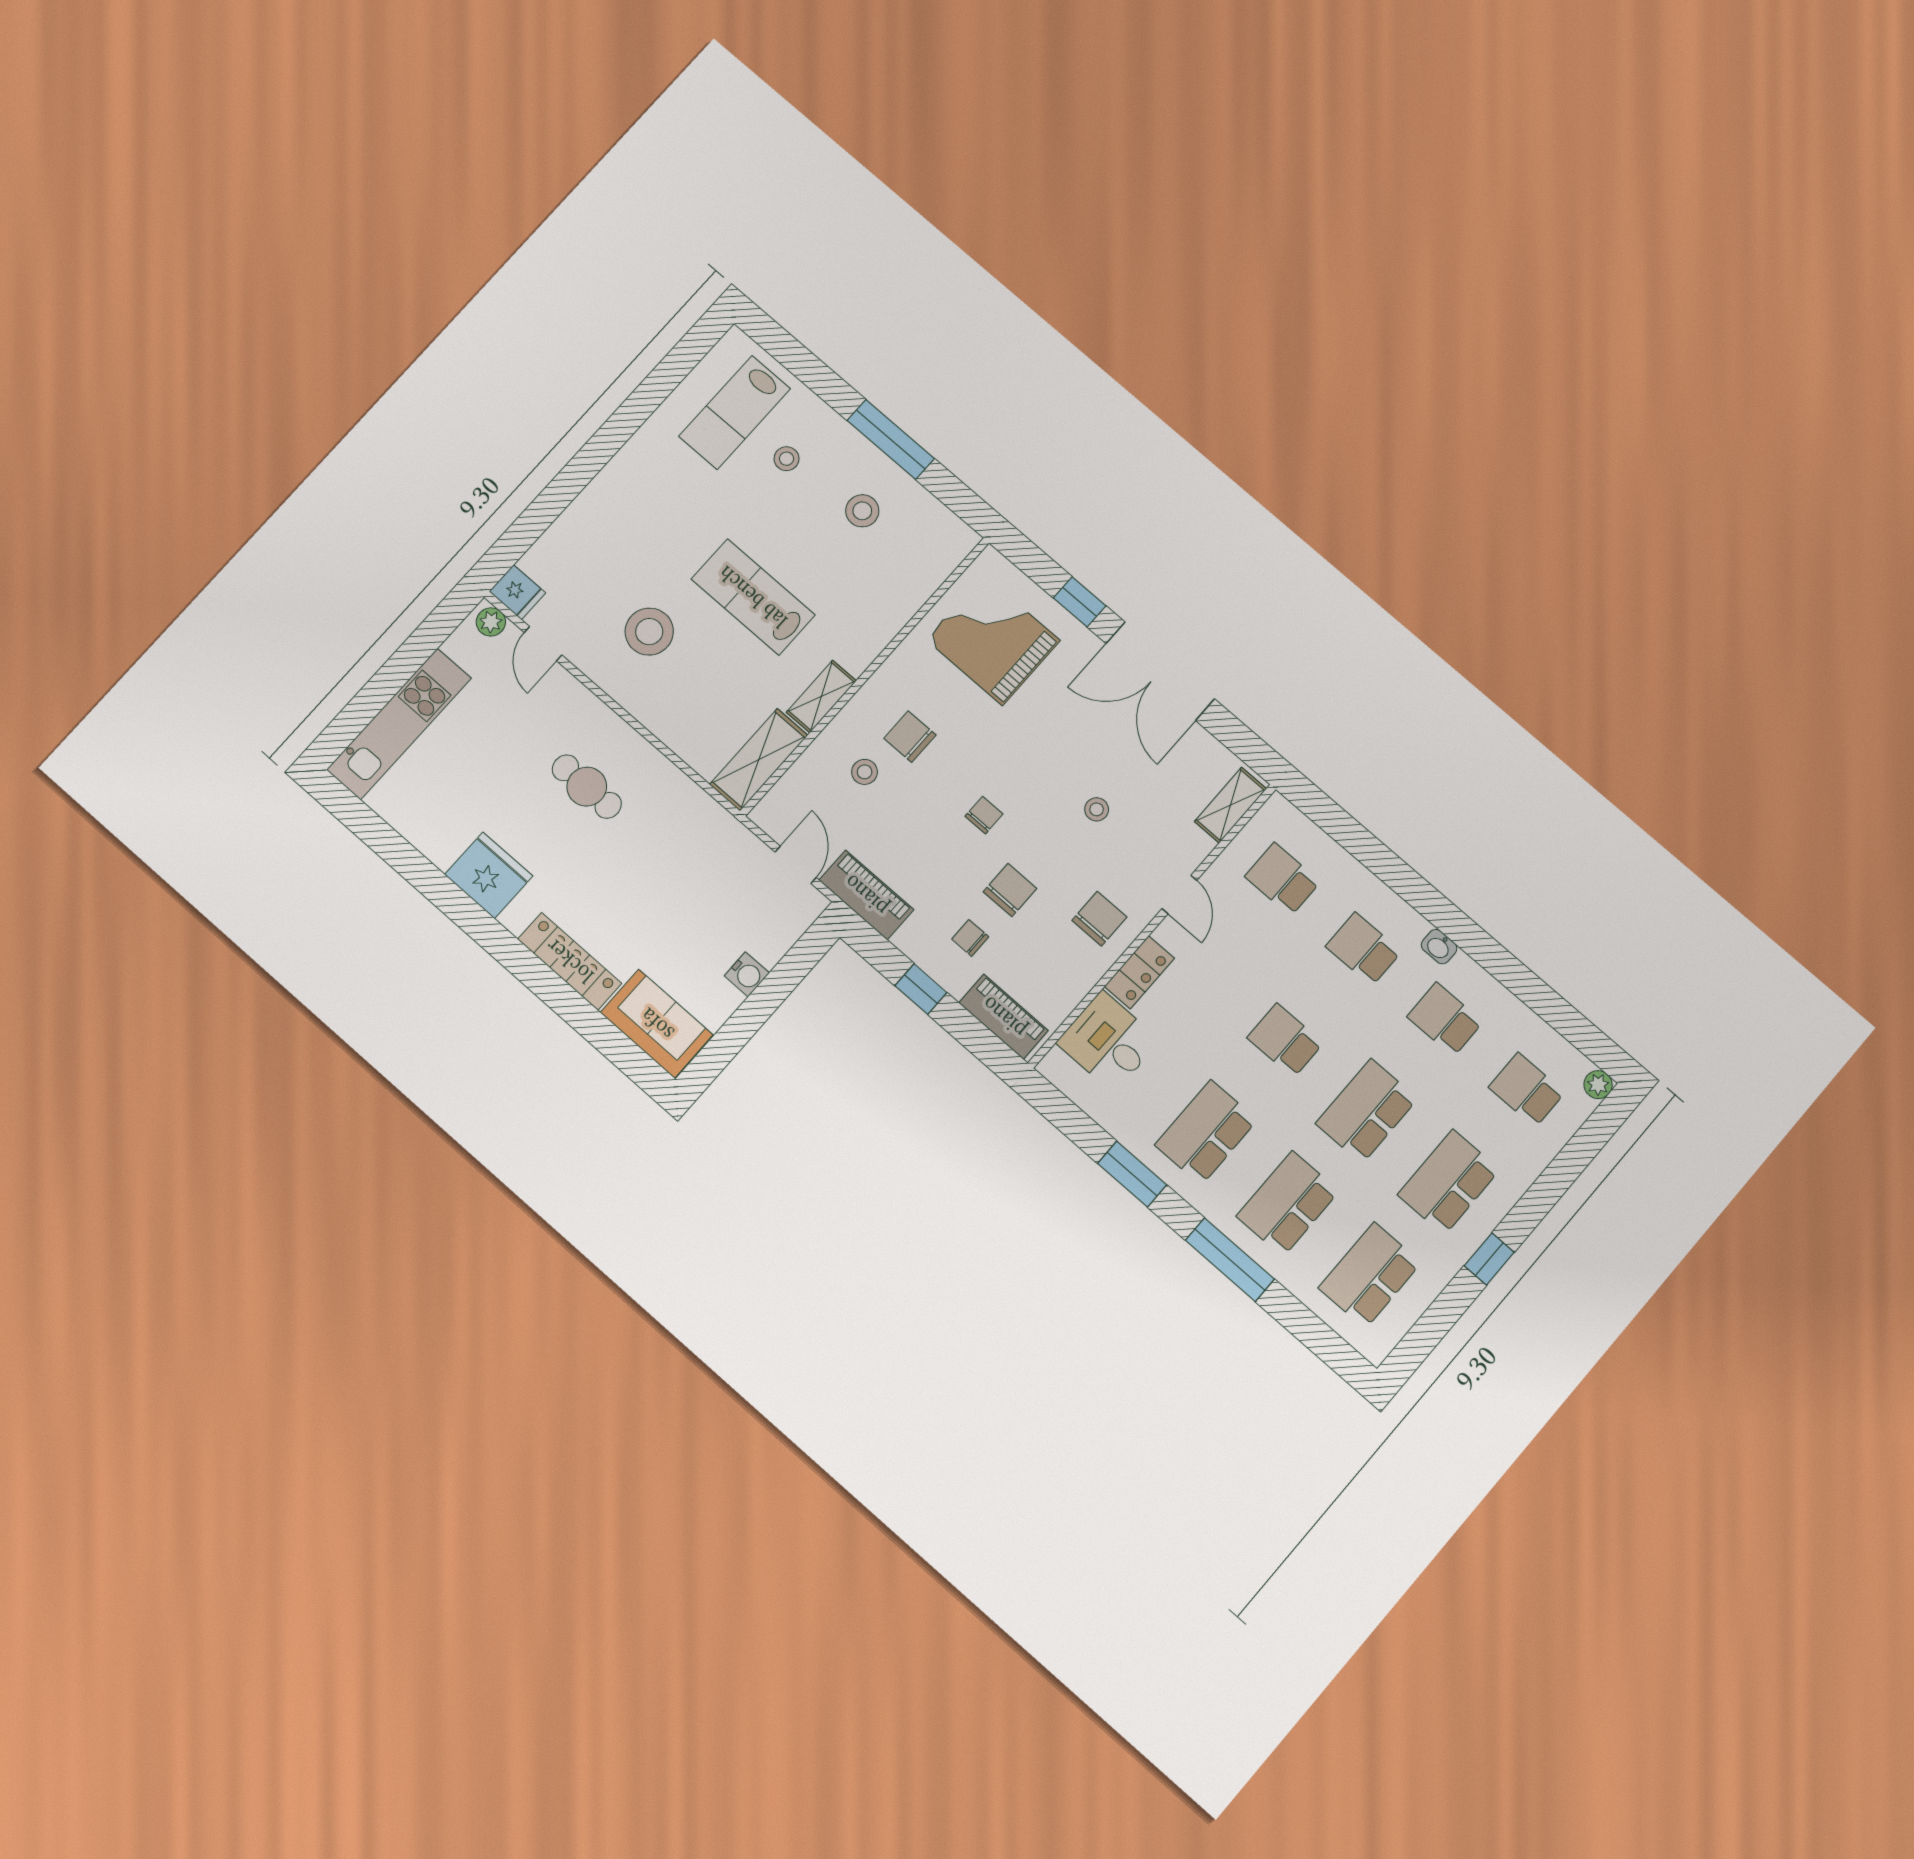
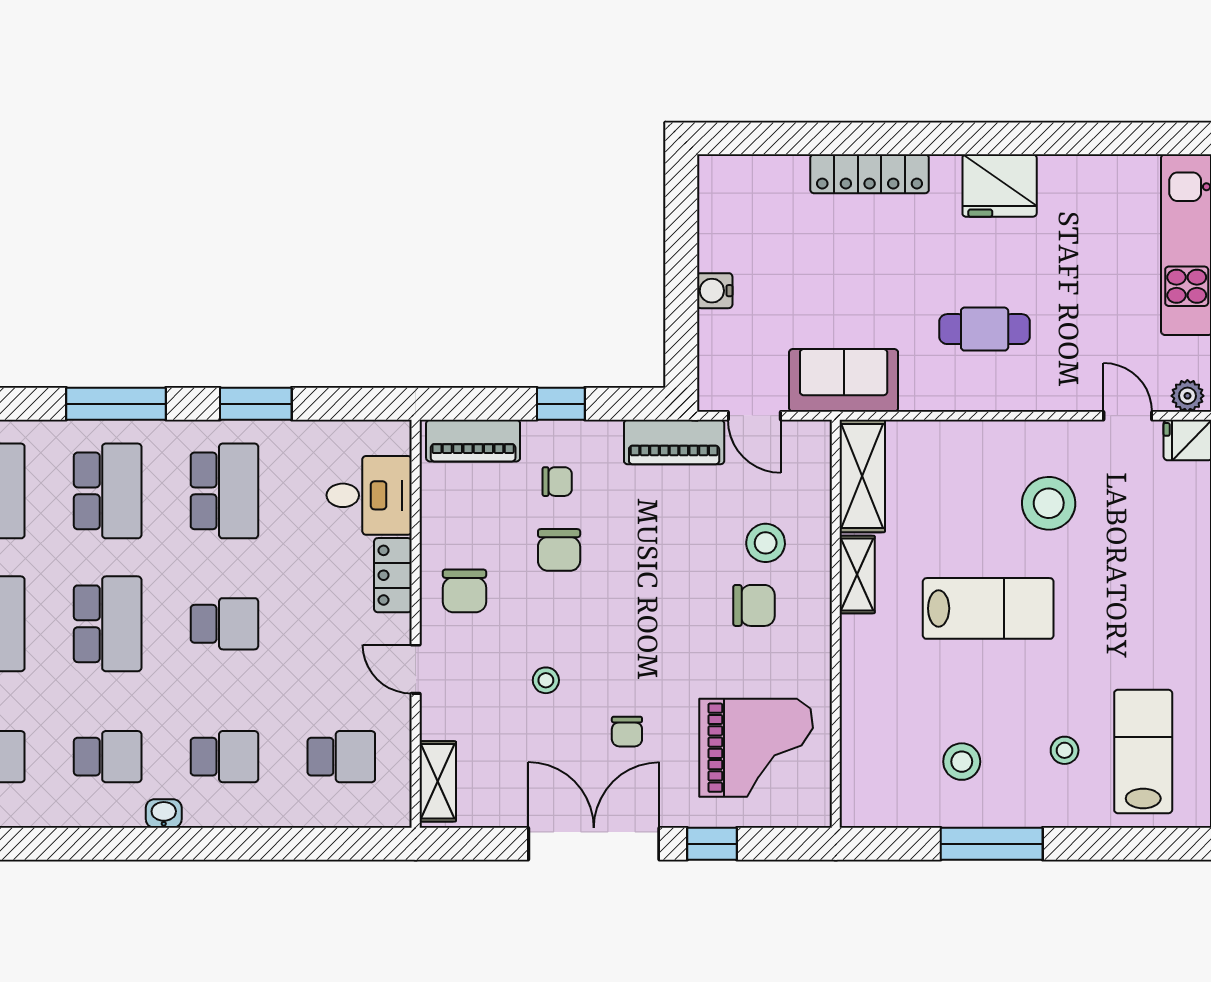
stool: (865, 772) -> (766, 543), width x1.37, depth x1.37
chair: (984, 815) -> (627, 732), moved
sofa: (657, 1024) -> (844, 380), moved, turned 180

